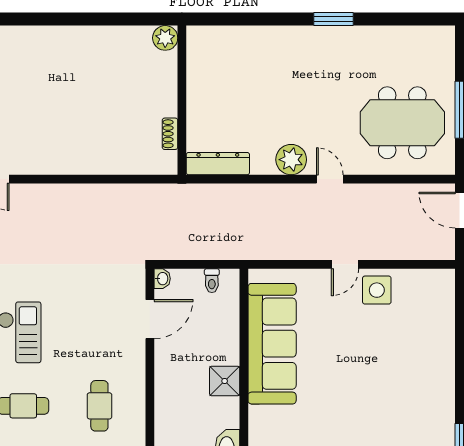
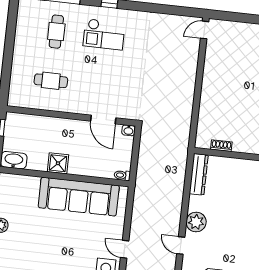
door: (330, 179) -> (181, 246), swing flipped
toilet: (212, 281) -> (122, 175), moved

